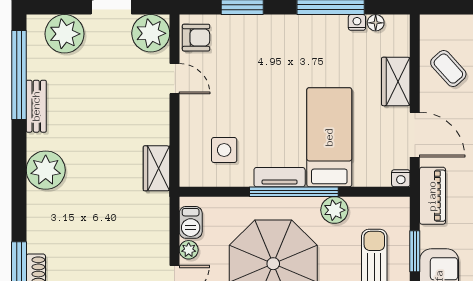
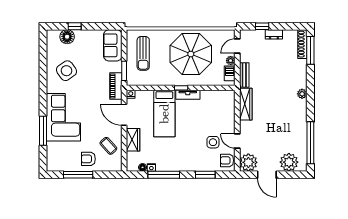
bench: (36, 106) -> (244, 75), moved
side table: (224, 150) -> (213, 142), moved
wardrobe: (156, 168) -> (246, 104), width x1.50
plant: (46, 170) -> (302, 94), width x0.53, depth x0.53
window: (294, 192) -> (181, 88), width x0.32
plant: (334, 210) -> (162, 79), removed
window: (415, 251) -> (124, 71), moved

